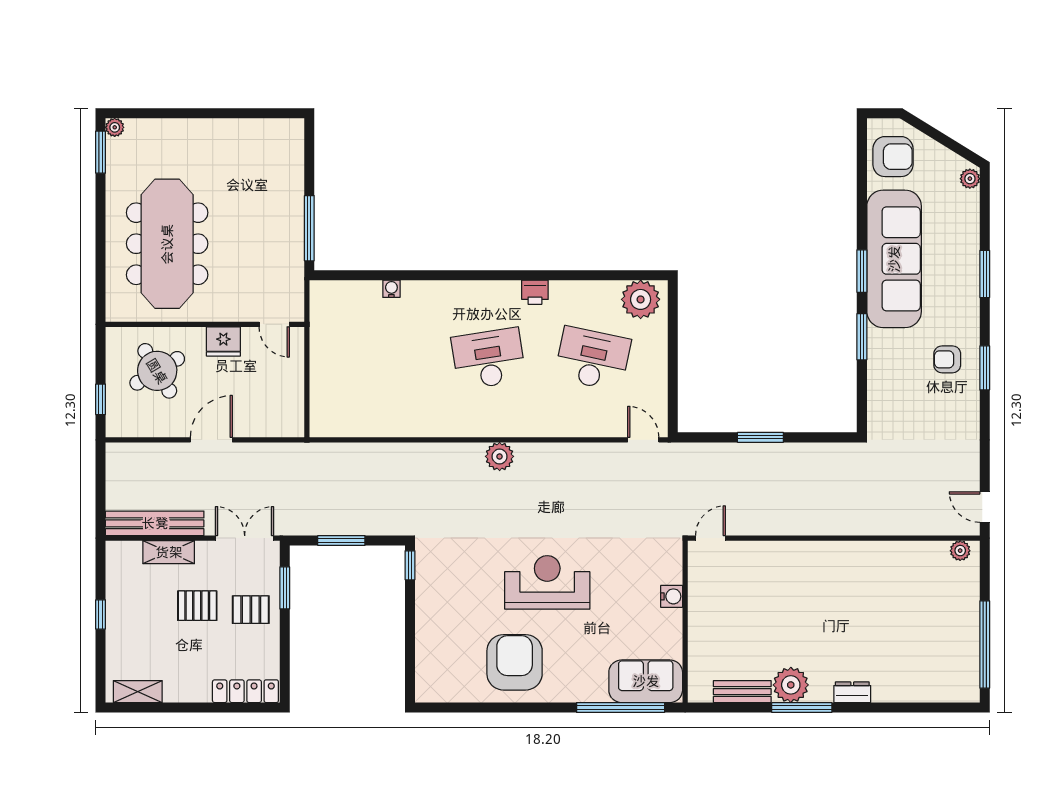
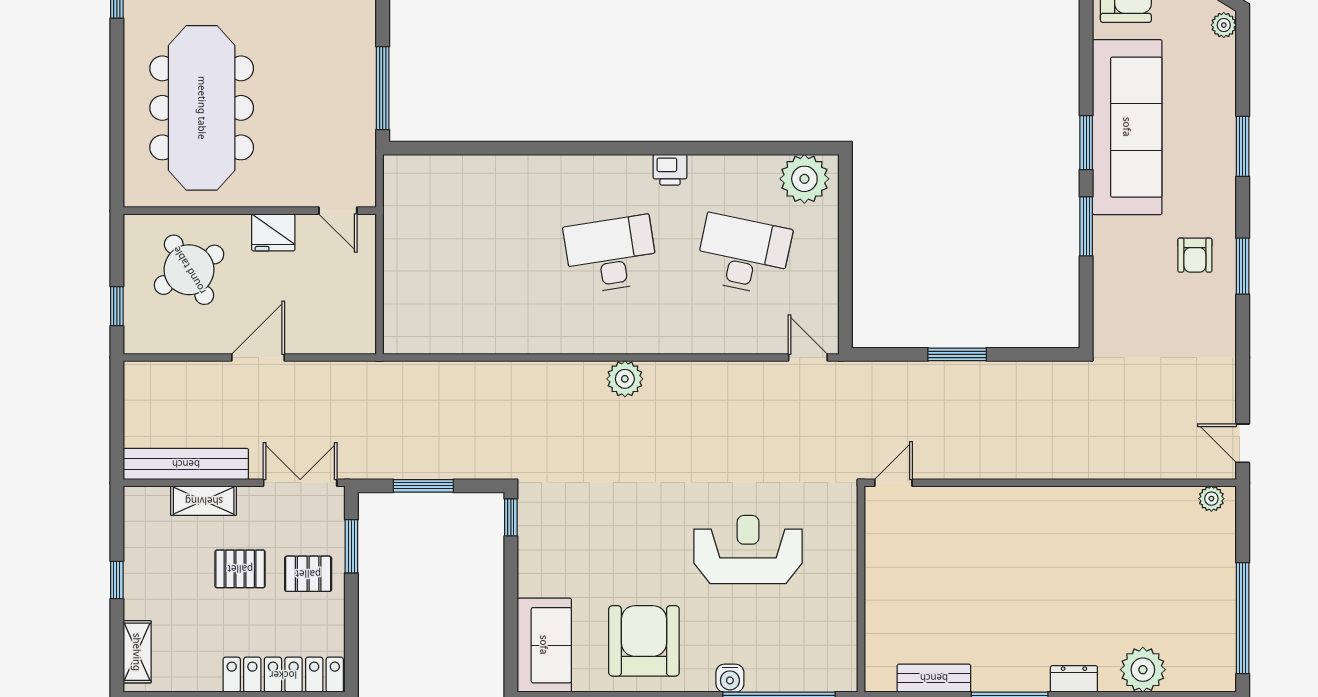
water cooler: (391, 289) -> (487, 165), removed
armchair: (947, 359) -> (1195, 255), turned -90
reception desk: (547, 582) -> (748, 550), moved
water cooler: (672, 596) -> (730, 678), moved, turned 90
sofa: (646, 681) -> (544, 645), moved, turned 90
plant: (791, 685) -> (1143, 670), moved
locker: (245, 691) -> (283, 675), width x1.41, depth x1.21
shelving: (138, 692) -> (137, 652), moved, turned 90

